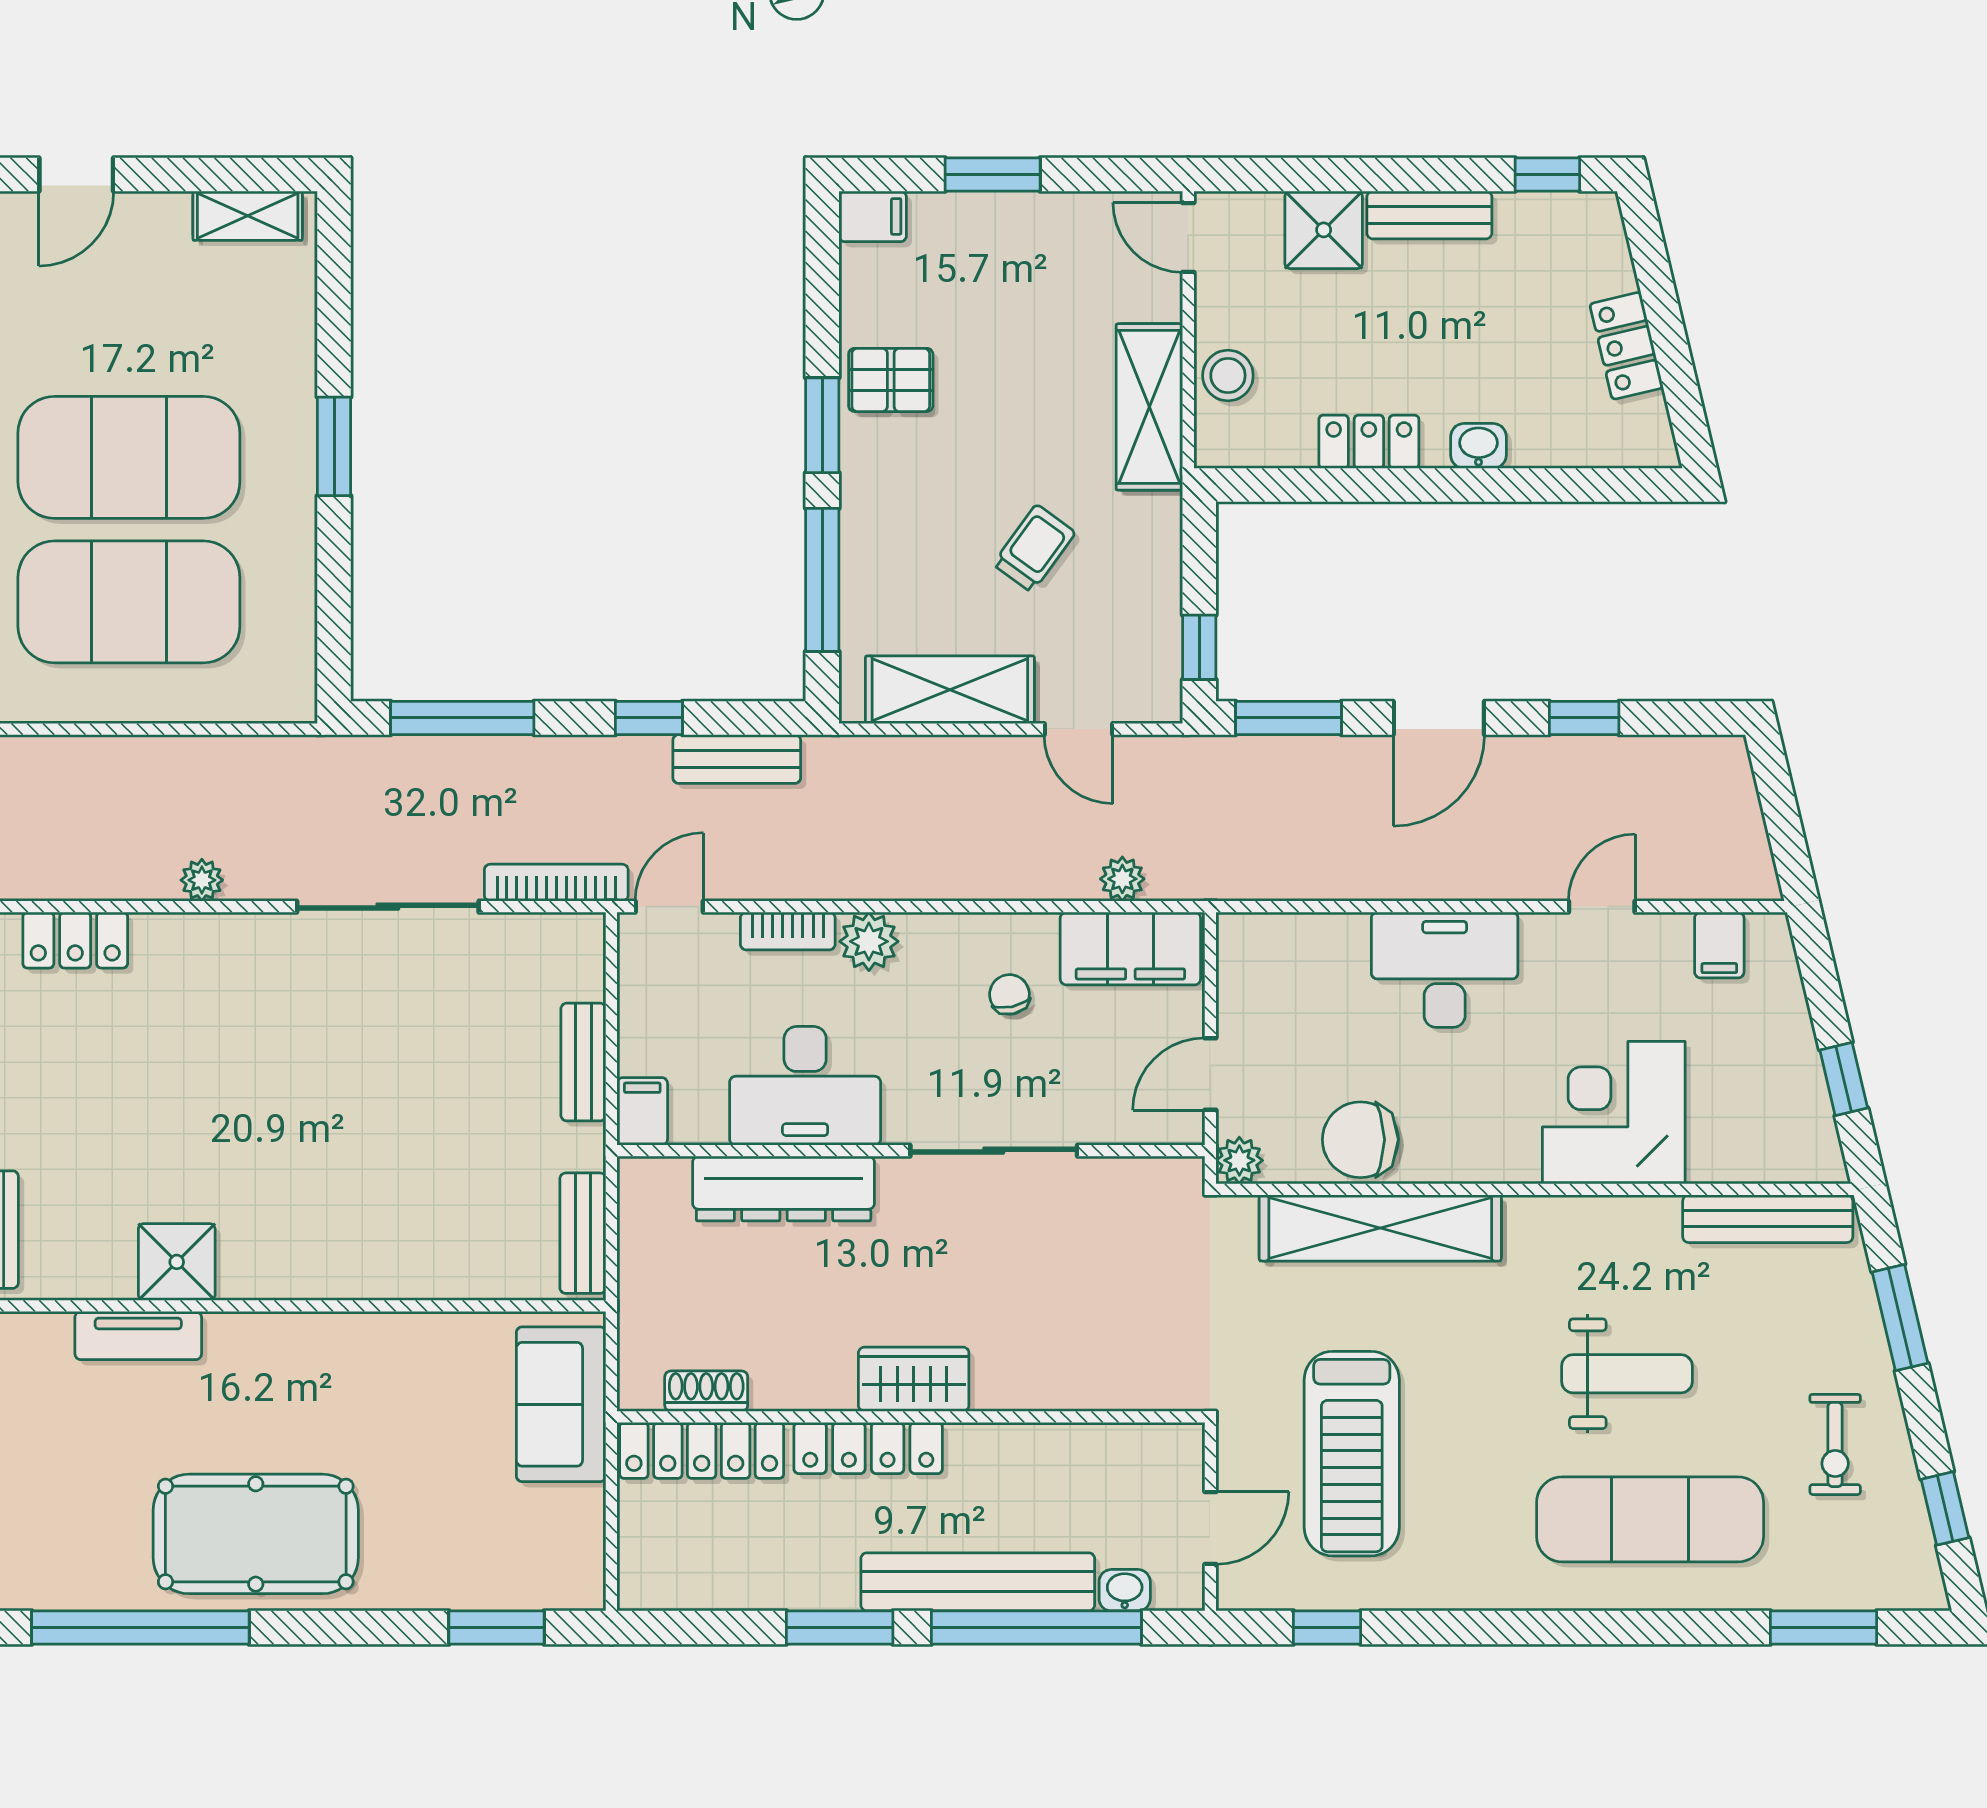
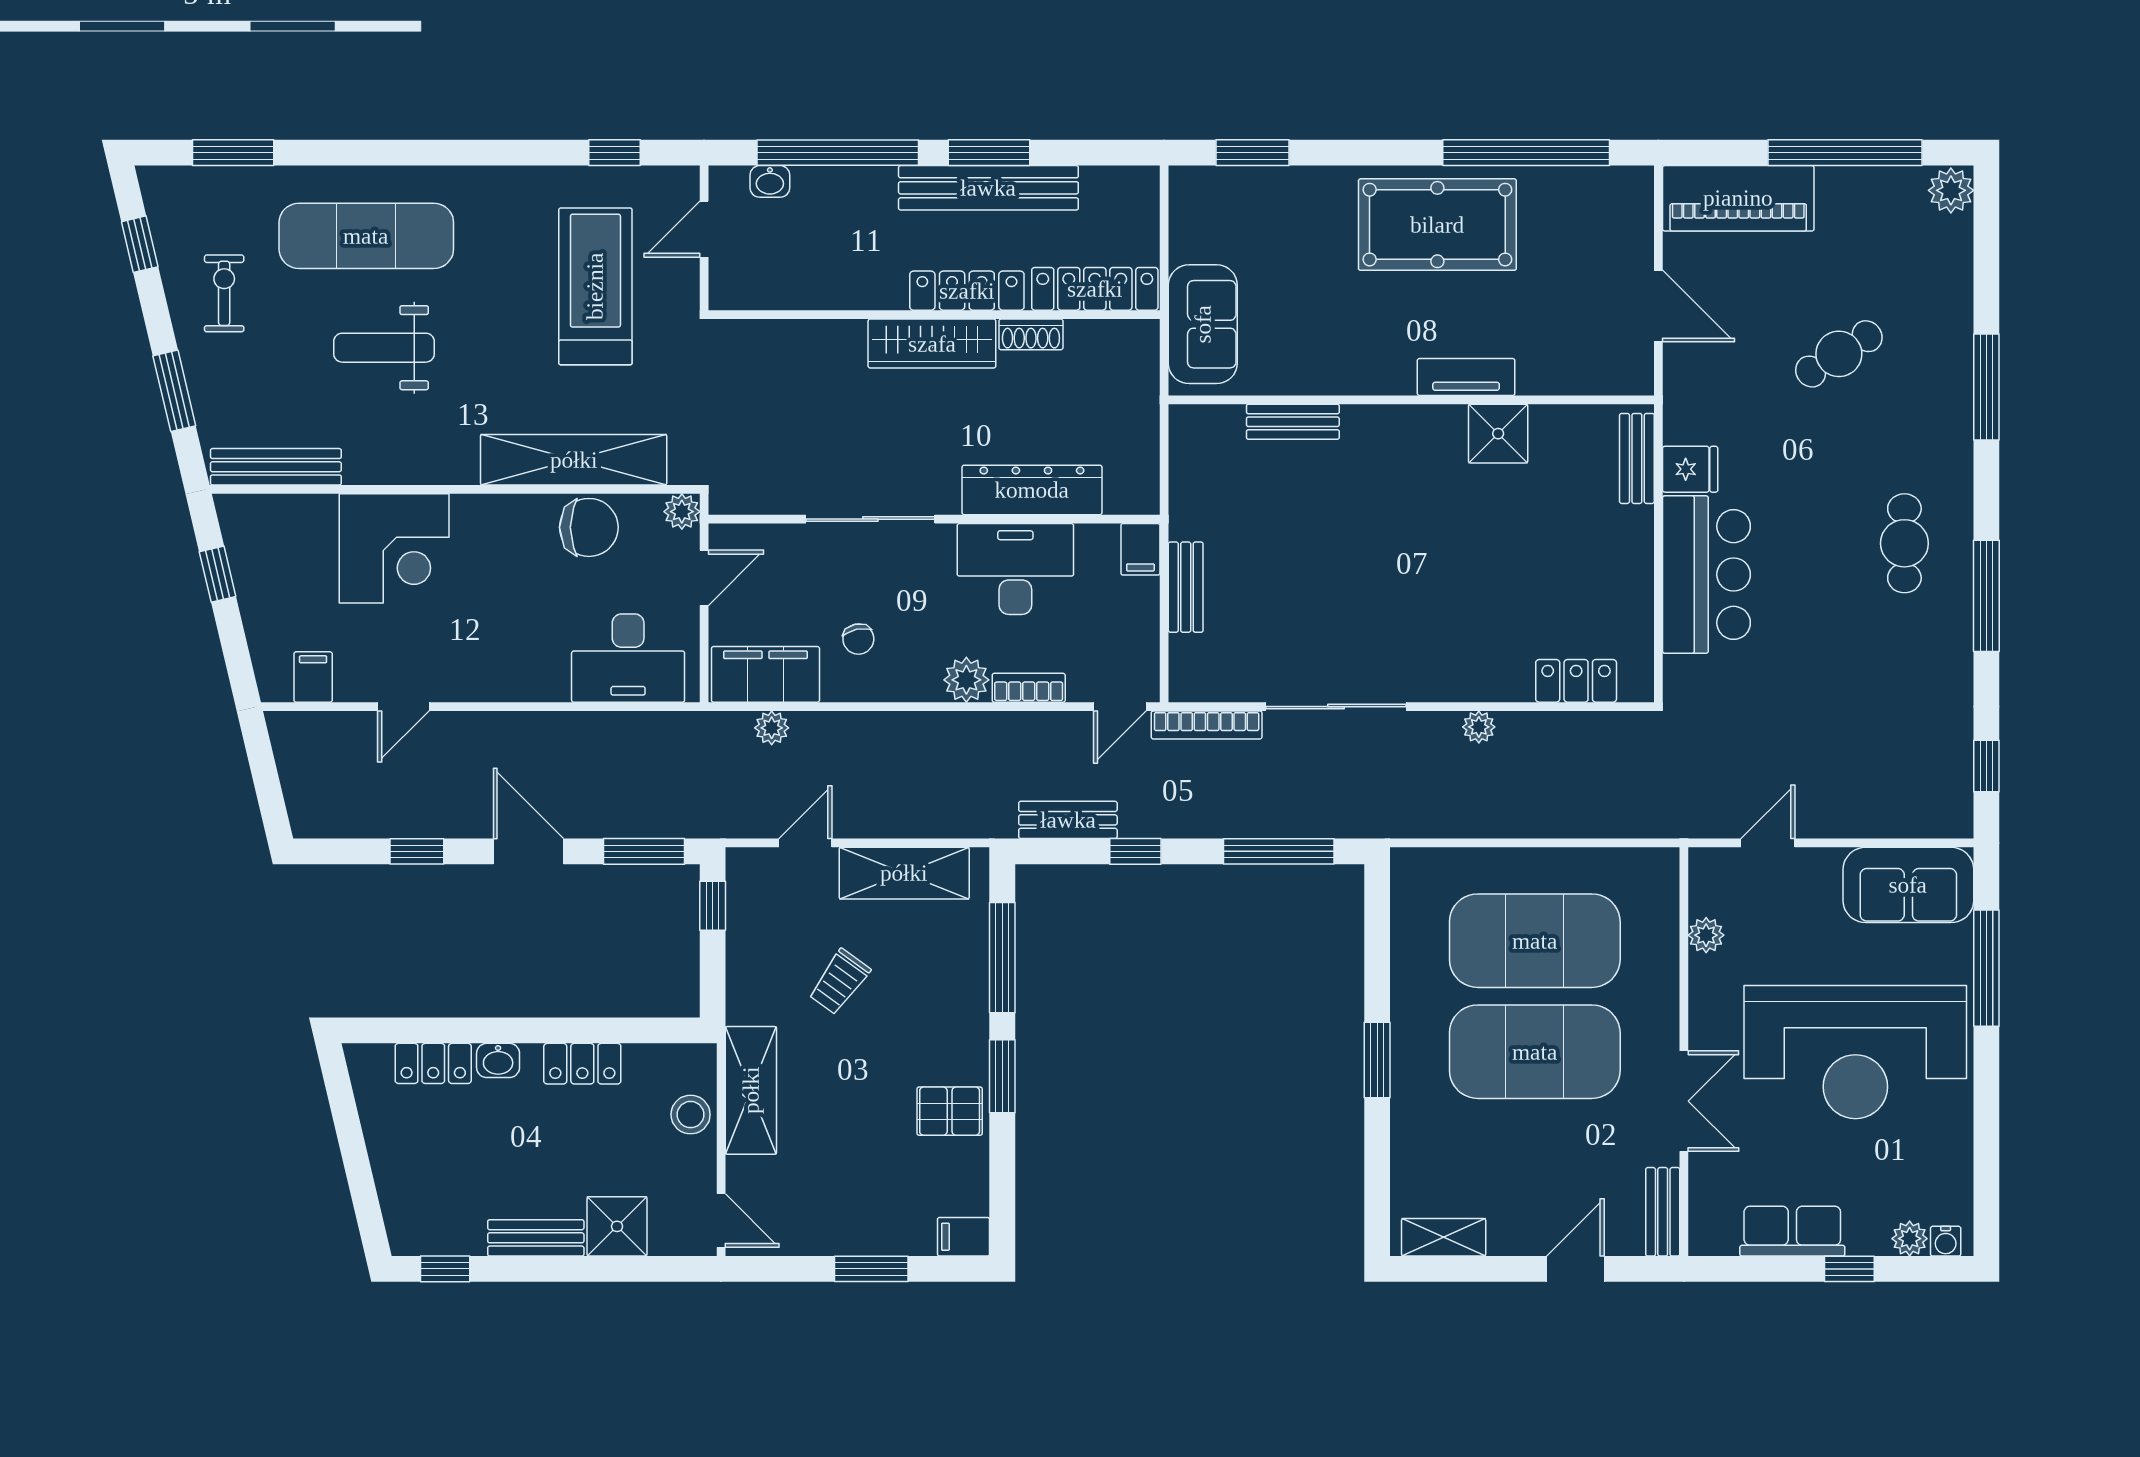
locker: (1626, 346) -> (433, 1063), moved, turned 103
door: (1439, 718) -> (529, 851), hinge flipped
door: (1079, 729) -> (805, 843), hinge flipped
desk: (1445, 970) -> (628, 658), moved
bench: (583, 1233) -> (1293, 422), moved, turned 90
tv unit: (138, 1336) -> (1466, 377), moved
wardrobe: (914, 1379) -> (932, 344), width x1.50
shoe rack: (706, 1391) -> (1031, 334), moved
bench: (978, 1582) -> (988, 188), moved

